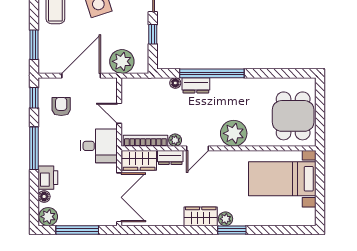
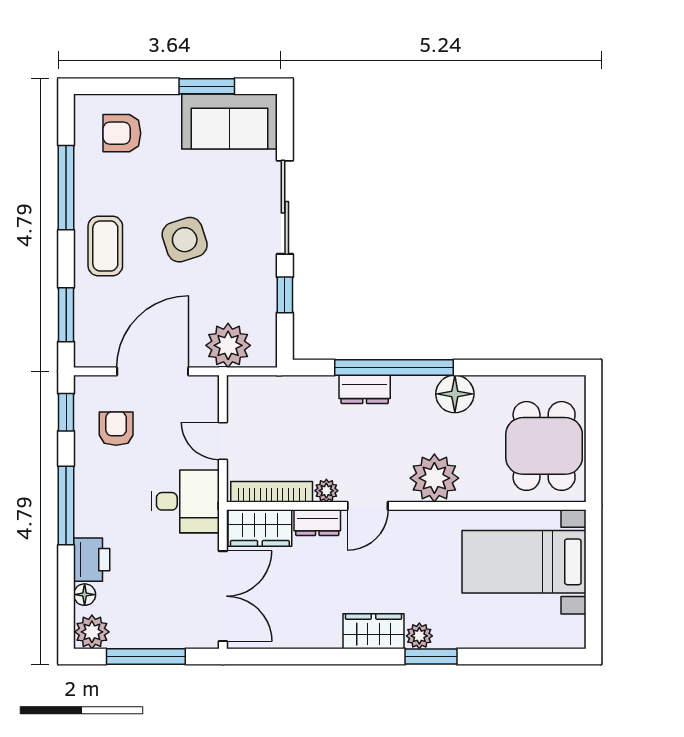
floor lamp: (175, 83) -> (455, 394), moved, width x1.89, depth x1.89

